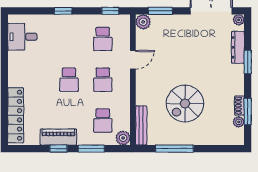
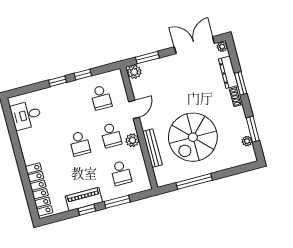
window: (110, 11) -> (83, 75), moved
spiral stairs: (185, 103) -> (193, 137), width x1.37, depth x1.37
shoe rack: (239, 106) -> (236, 97), moved
bench: (141, 125) -> (152, 148), moved
plant: (123, 138) -> (132, 140), moved

